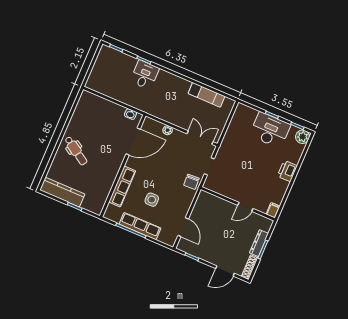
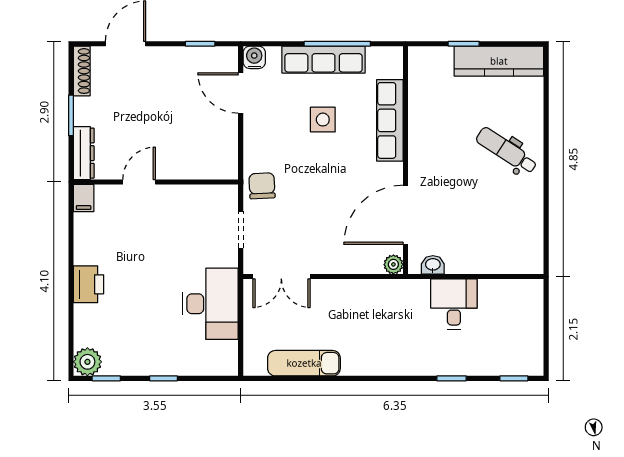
desk: (145, 75) -> (454, 304), moved, turned 180
plant: (168, 130) -> (393, 264), moved
desk: (270, 130) -> (210, 304), moved, turned -90
water cooler: (170, 240) -> (254, 57), added
dresser: (259, 243) -> (84, 153), moved

